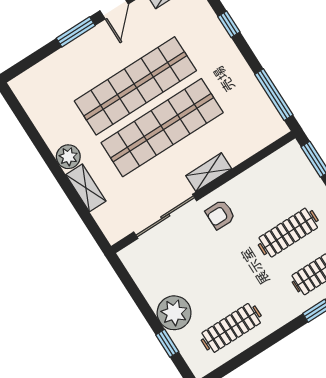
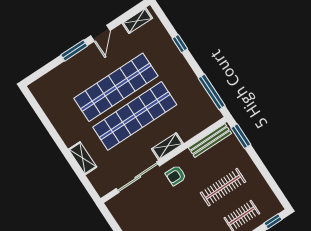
plant: (68, 157) -> (70, 137), removed
bench: (270, 165) -> (210, 140), added

